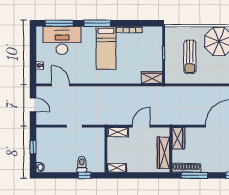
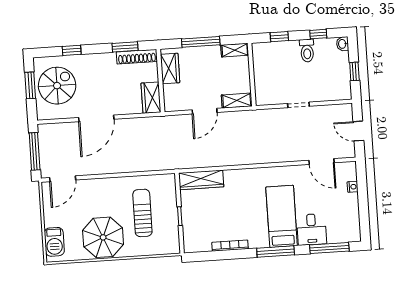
desk: (62, 41) -> (312, 229), width x0.53, depth x0.77
bed: (106, 48) -> (282, 216), moved
wardrobe: (152, 78) -> (201, 180), width x1.50
wardrobe: (163, 153) -> (170, 68), width x0.67
toilet: (82, 164) -> (307, 51), moved
window: (57, 175) -> (318, 34), added
window: (141, 175) -> (201, 42), added
window: (194, 175) -> (125, 47), width x0.69

